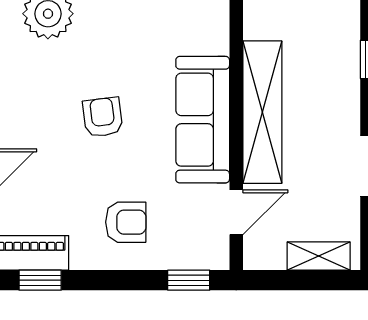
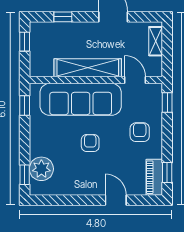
armchair: (103, 117) -> (90, 143), turned 97
sofa: (203, 120) -> (81, 99), width x1.36, depth x1.27

